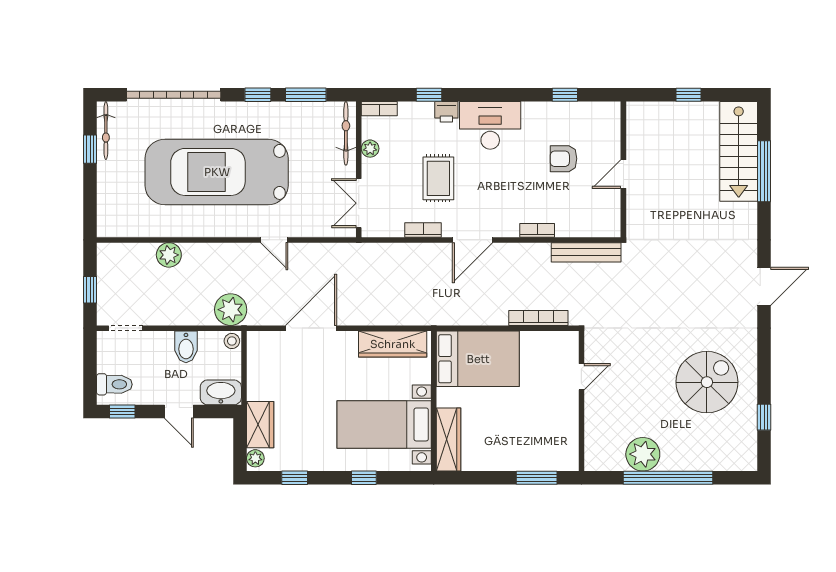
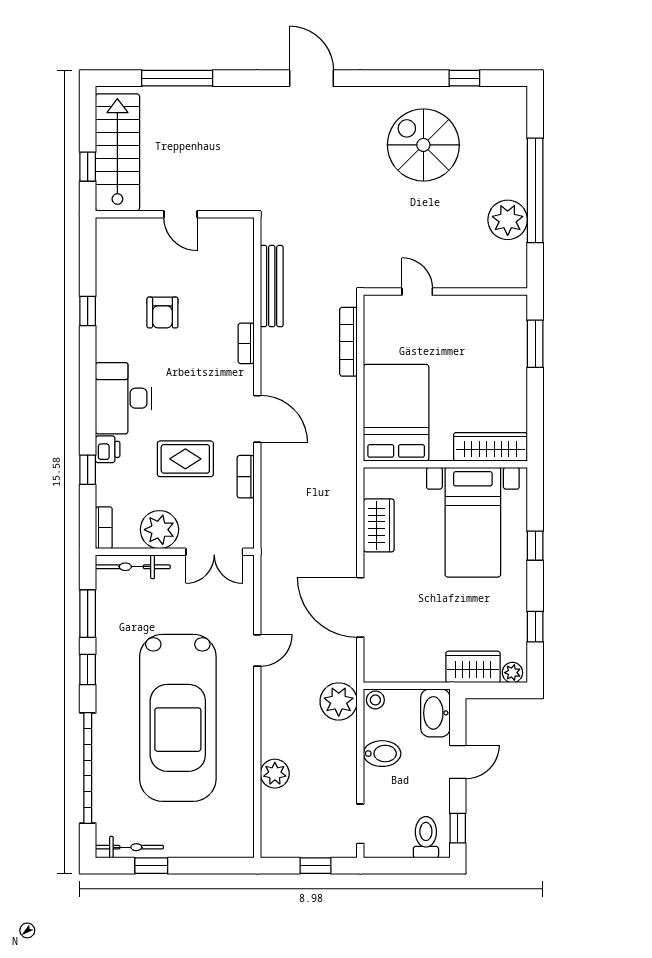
plant: (370, 149) -> (159, 530), width x1.87, depth x1.87
stairs: (739, 151) -> (117, 152), moved, turned -90
wall: (623, 169) -> (175, 214), moved
door: (623, 174) -> (180, 214), moved
wardrobe: (393, 344) -> (379, 525), width x0.67

